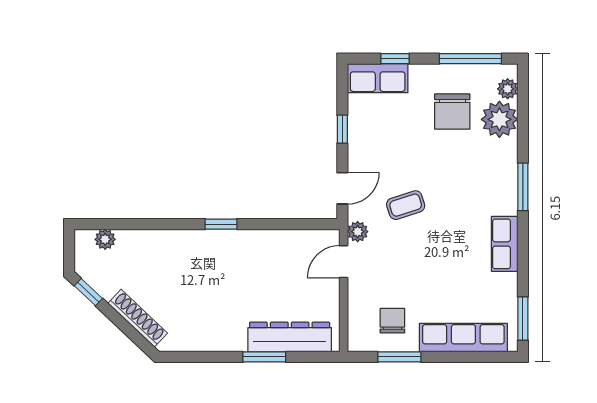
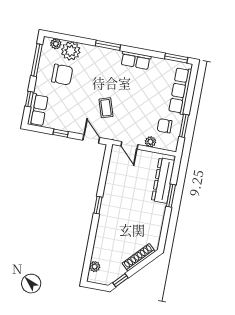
plant: (358, 232) -> (150, 142), moved

